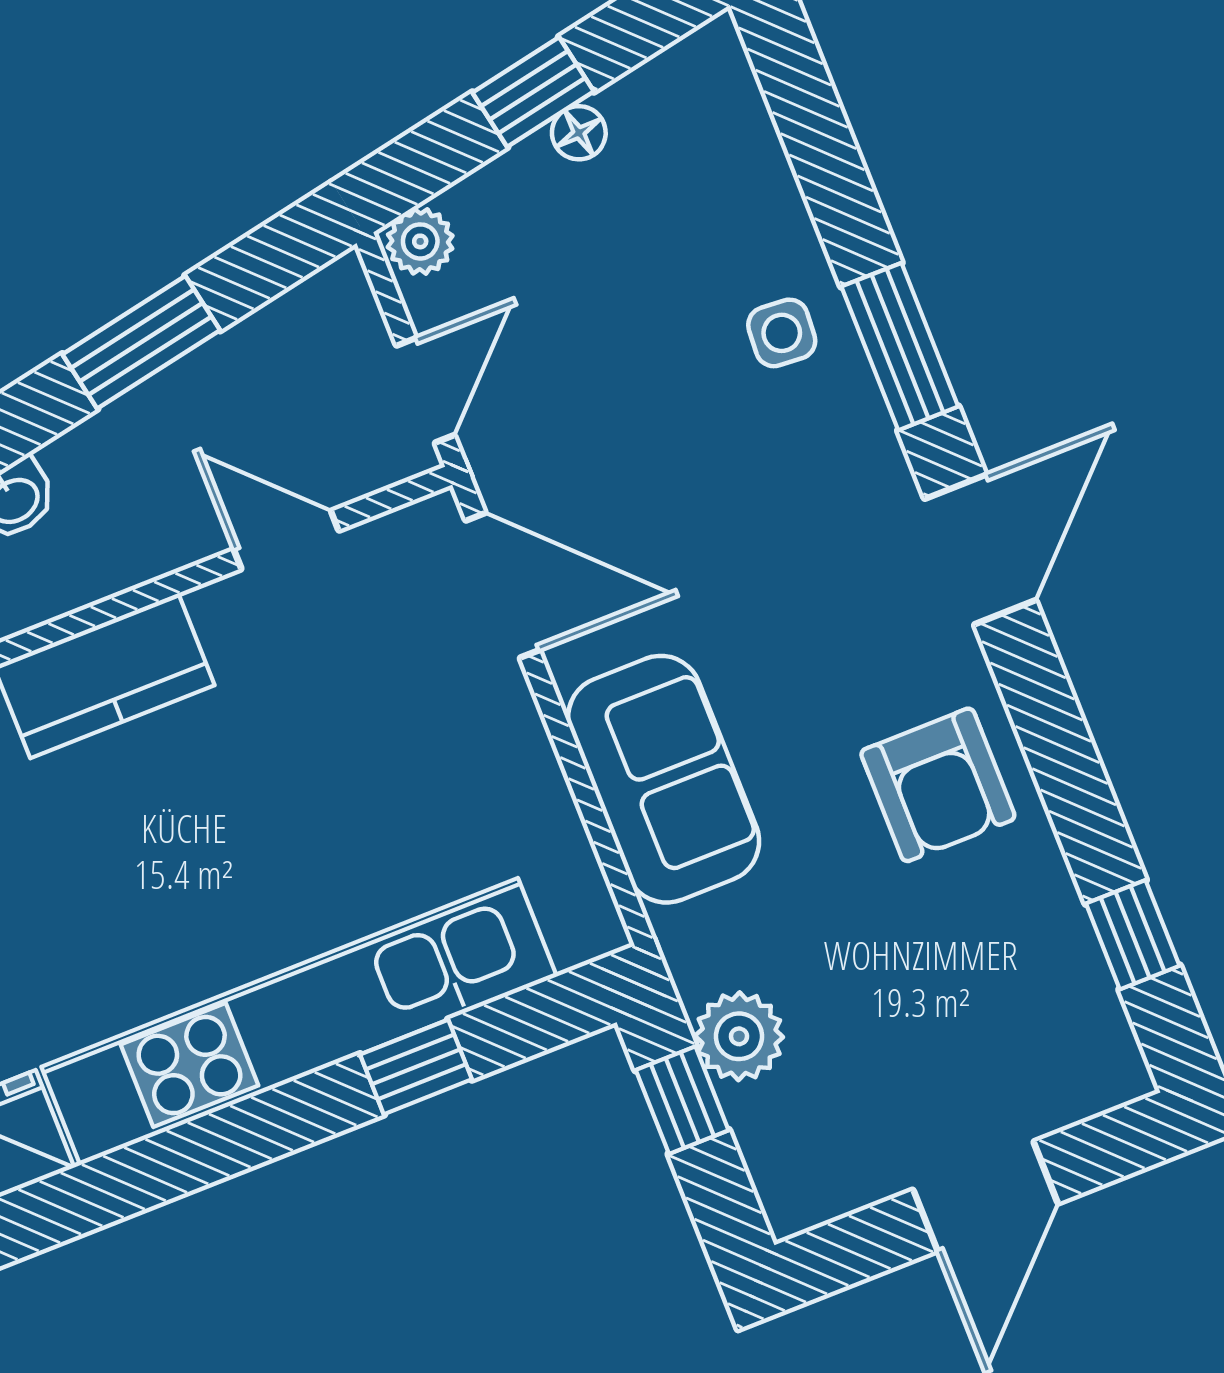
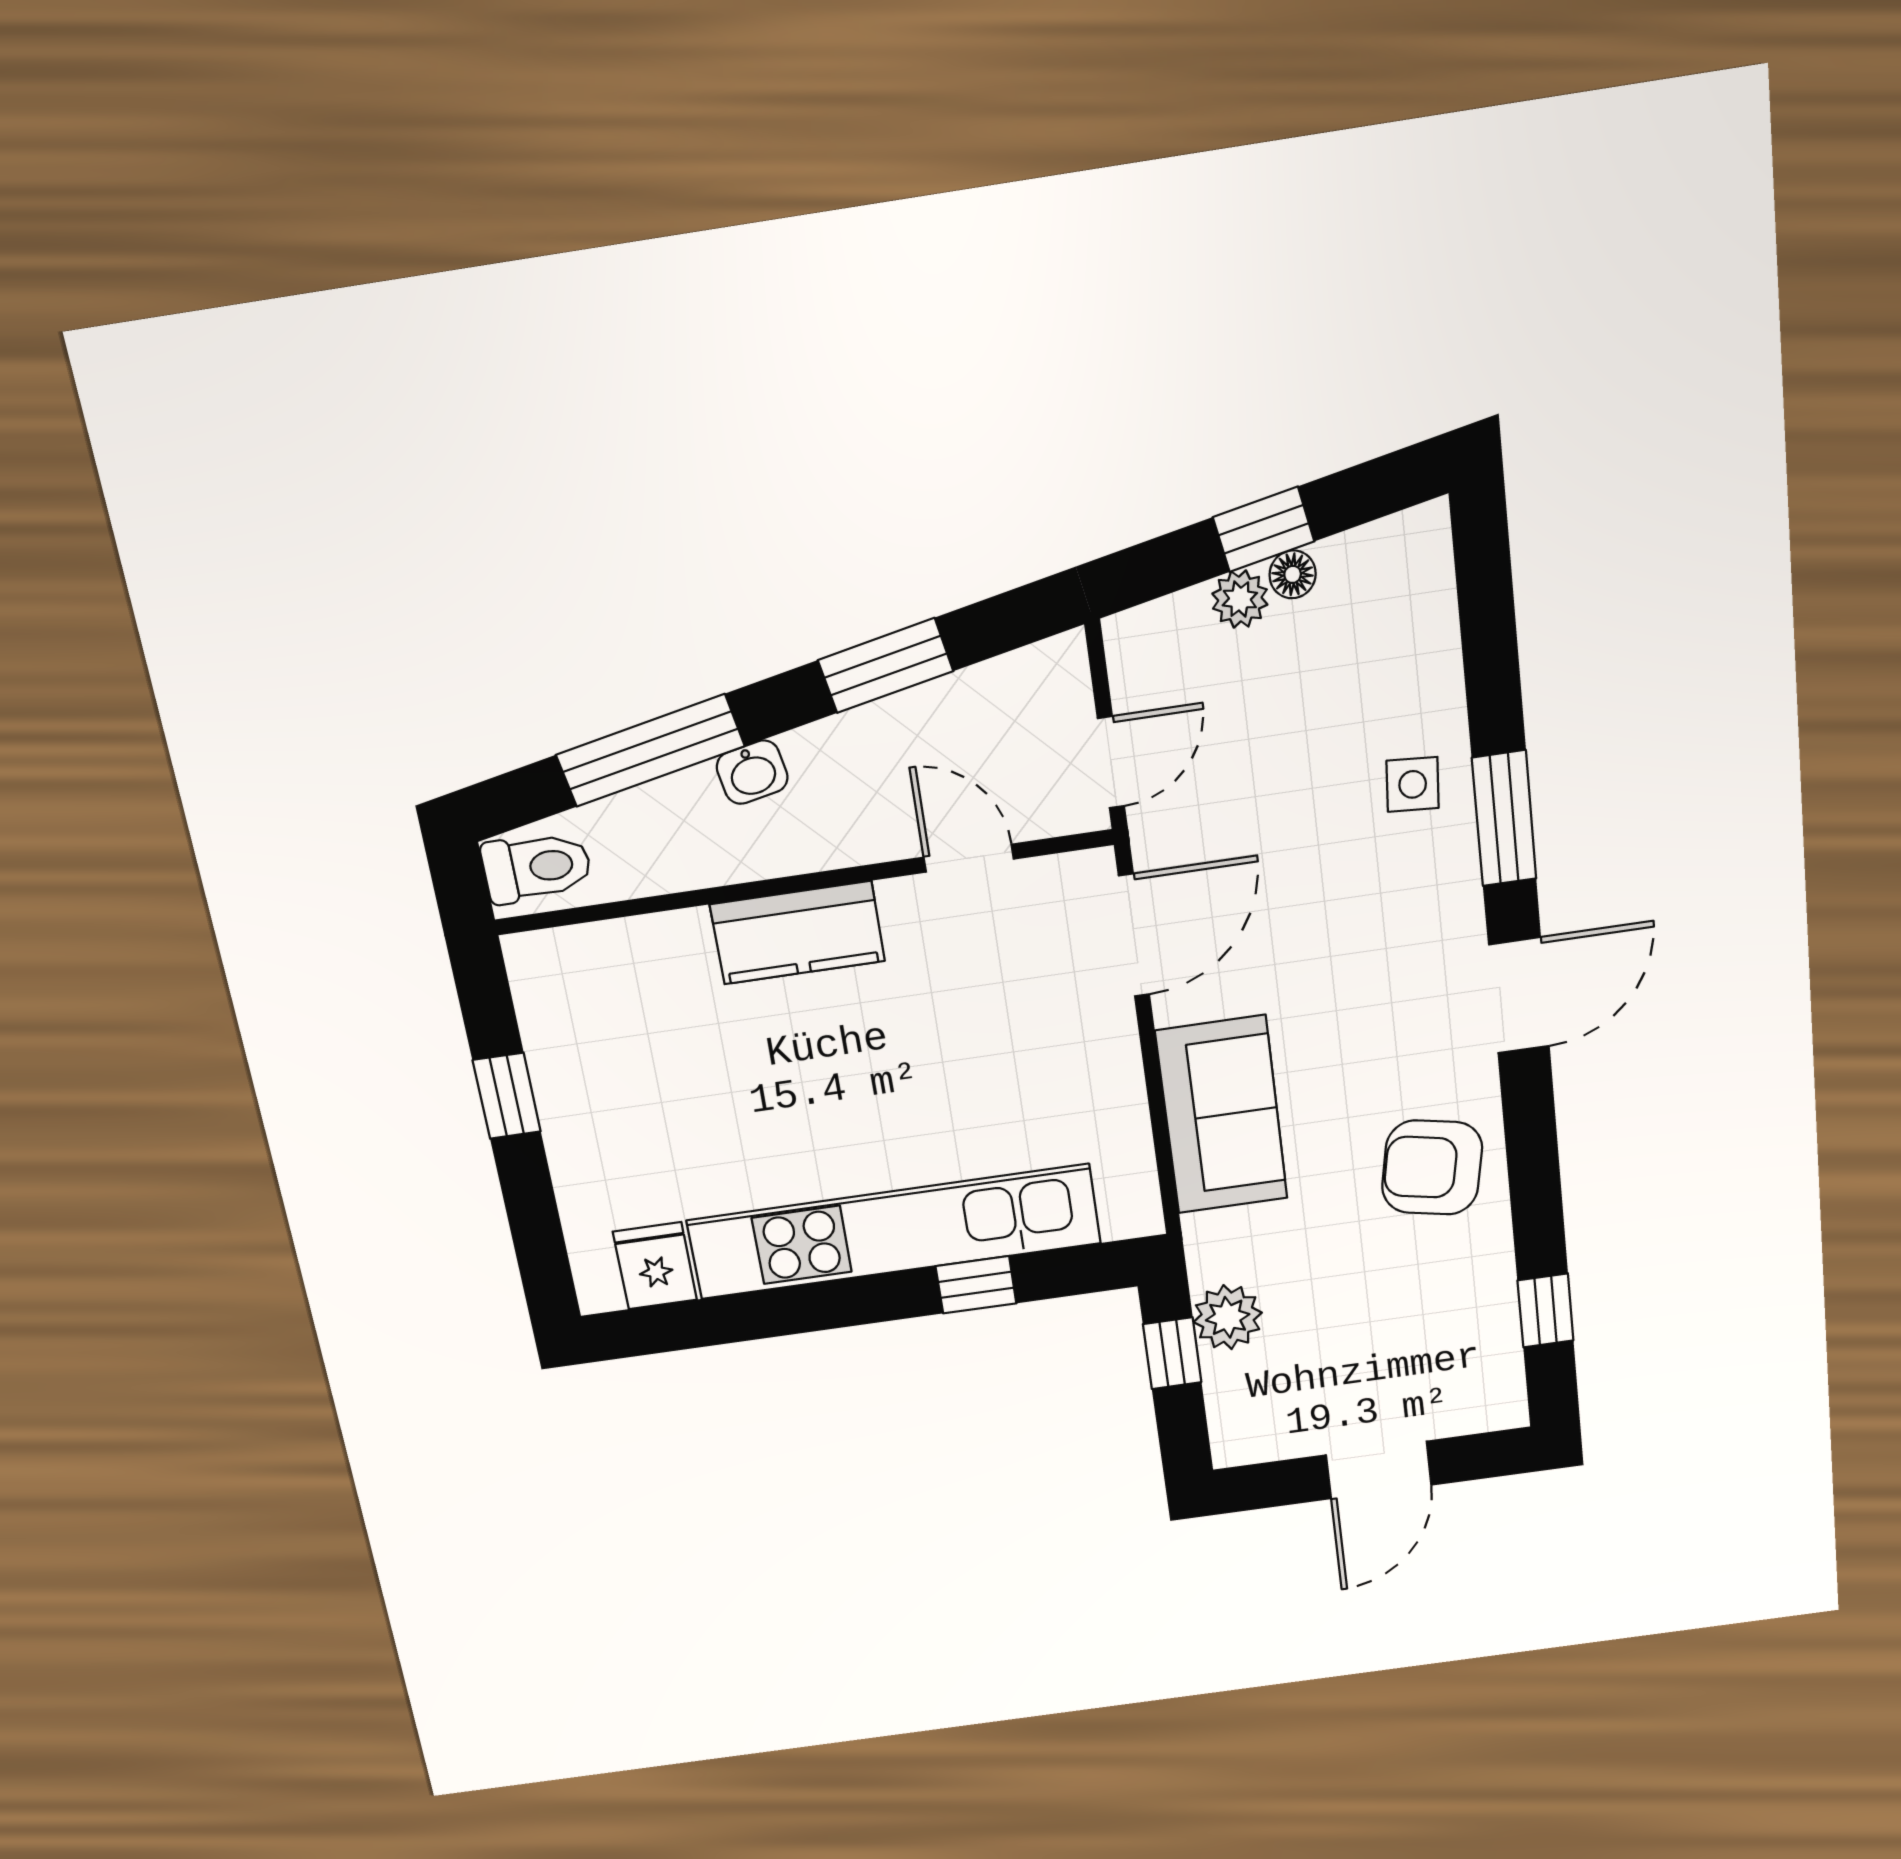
plant: (420, 241) -> (1240, 599), moved
door: (503, 585) -> (1134, 935), hinge flipped
armchair: (938, 785) -> (1432, 1168), turned 101

